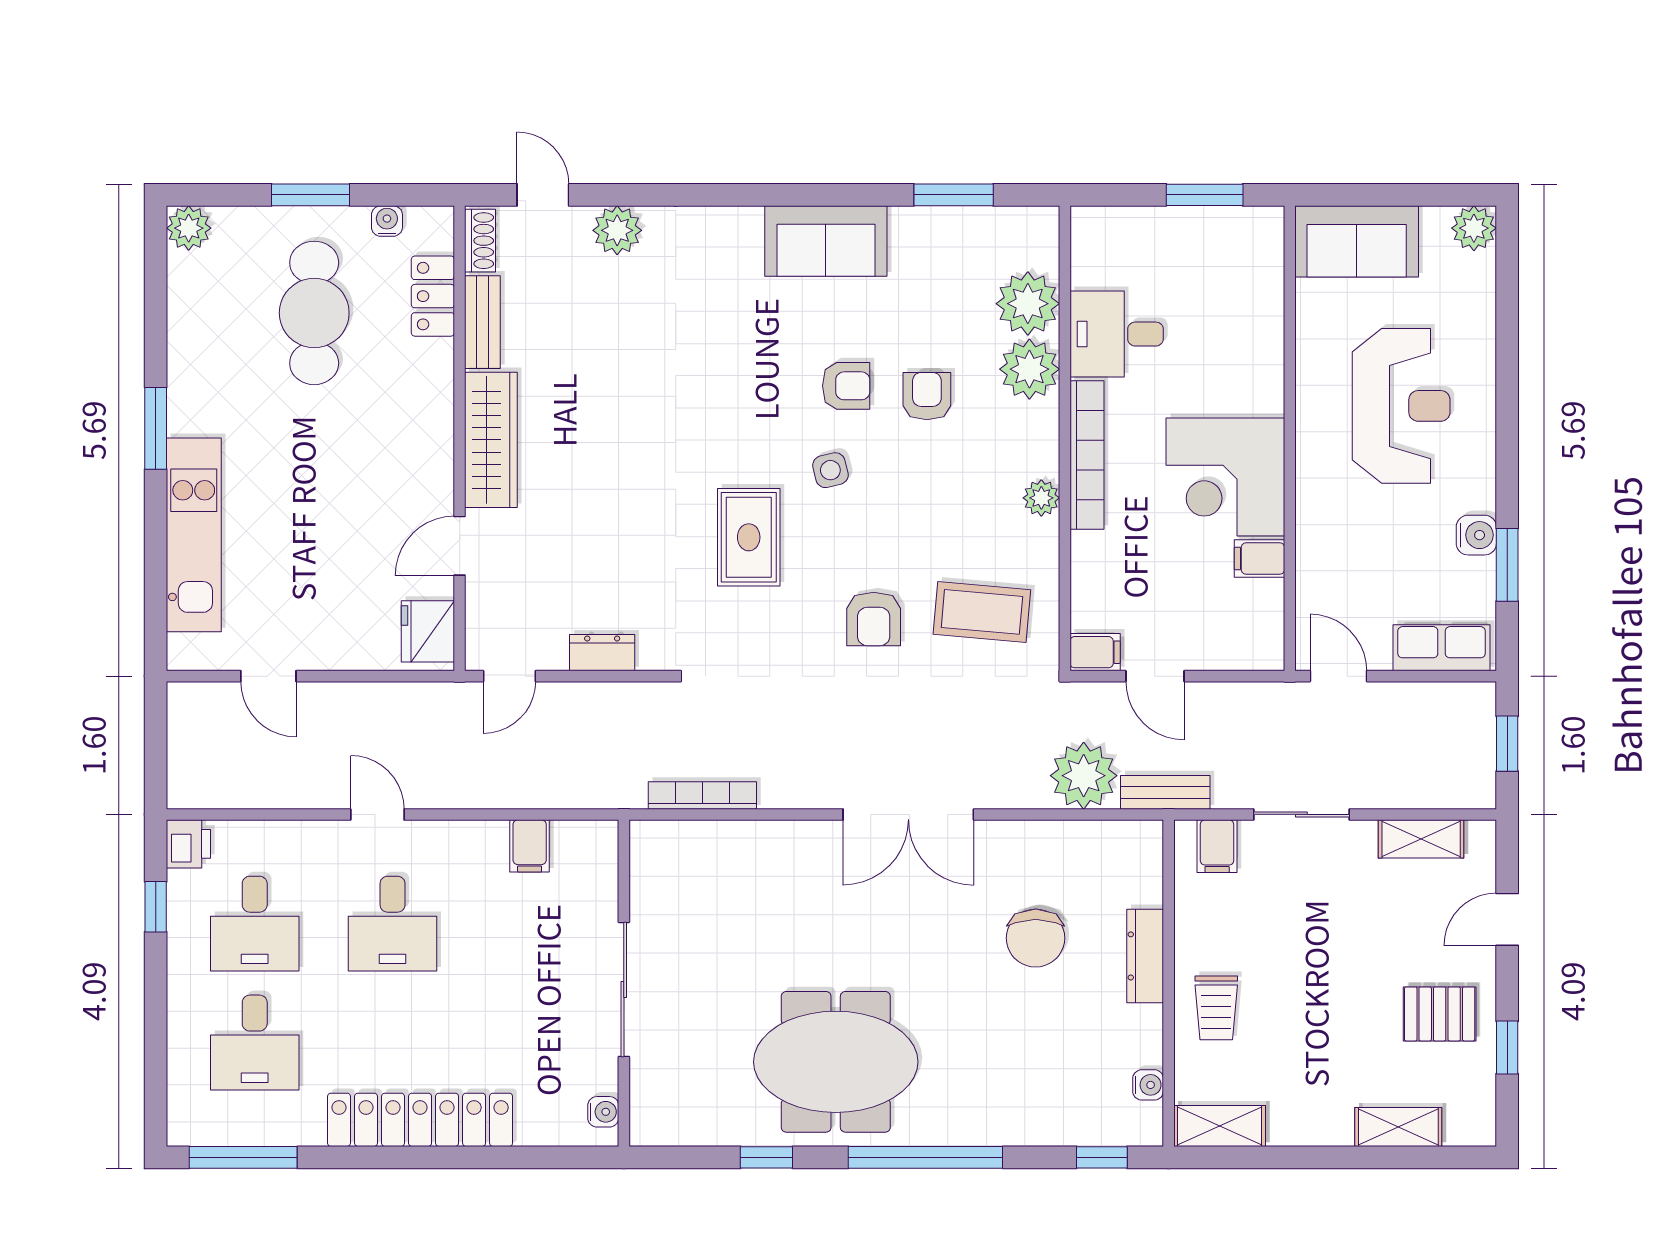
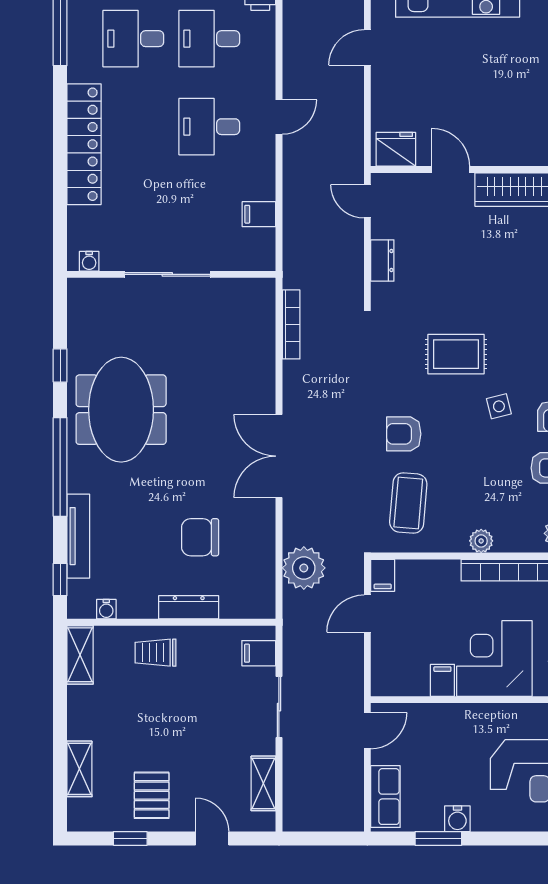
window: (1507, 744) -> (324, 838), removed
bench: (1165, 792) -> (293, 620), removed
tv unit: (1034, 1129) -> (78, 536), added

